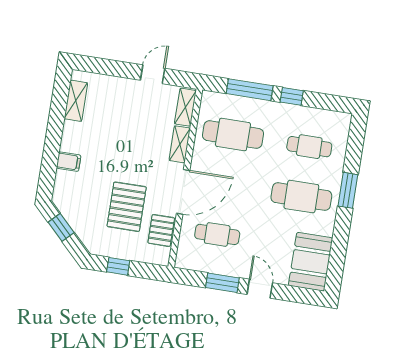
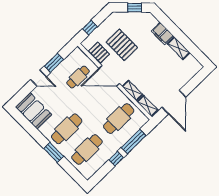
door: (153, 74) -> (174, 102), width x1.87
shelving: (76, 101) -> (179, 48), moved
cafe table: (309, 147) -> (87, 150), width x1.37, depth x1.35
filing cabinet: (69, 162) -> (162, 33), width x2.00
door: (183, 192) -> (109, 76), hinge flipped
window: (118, 266) -> (90, 28), moved

